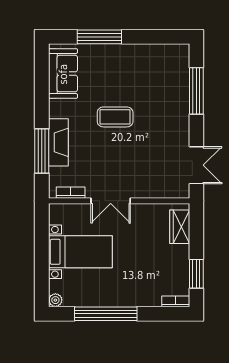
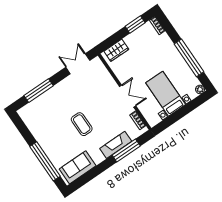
window: (99, 37) -> (45, 161), width x1.46

